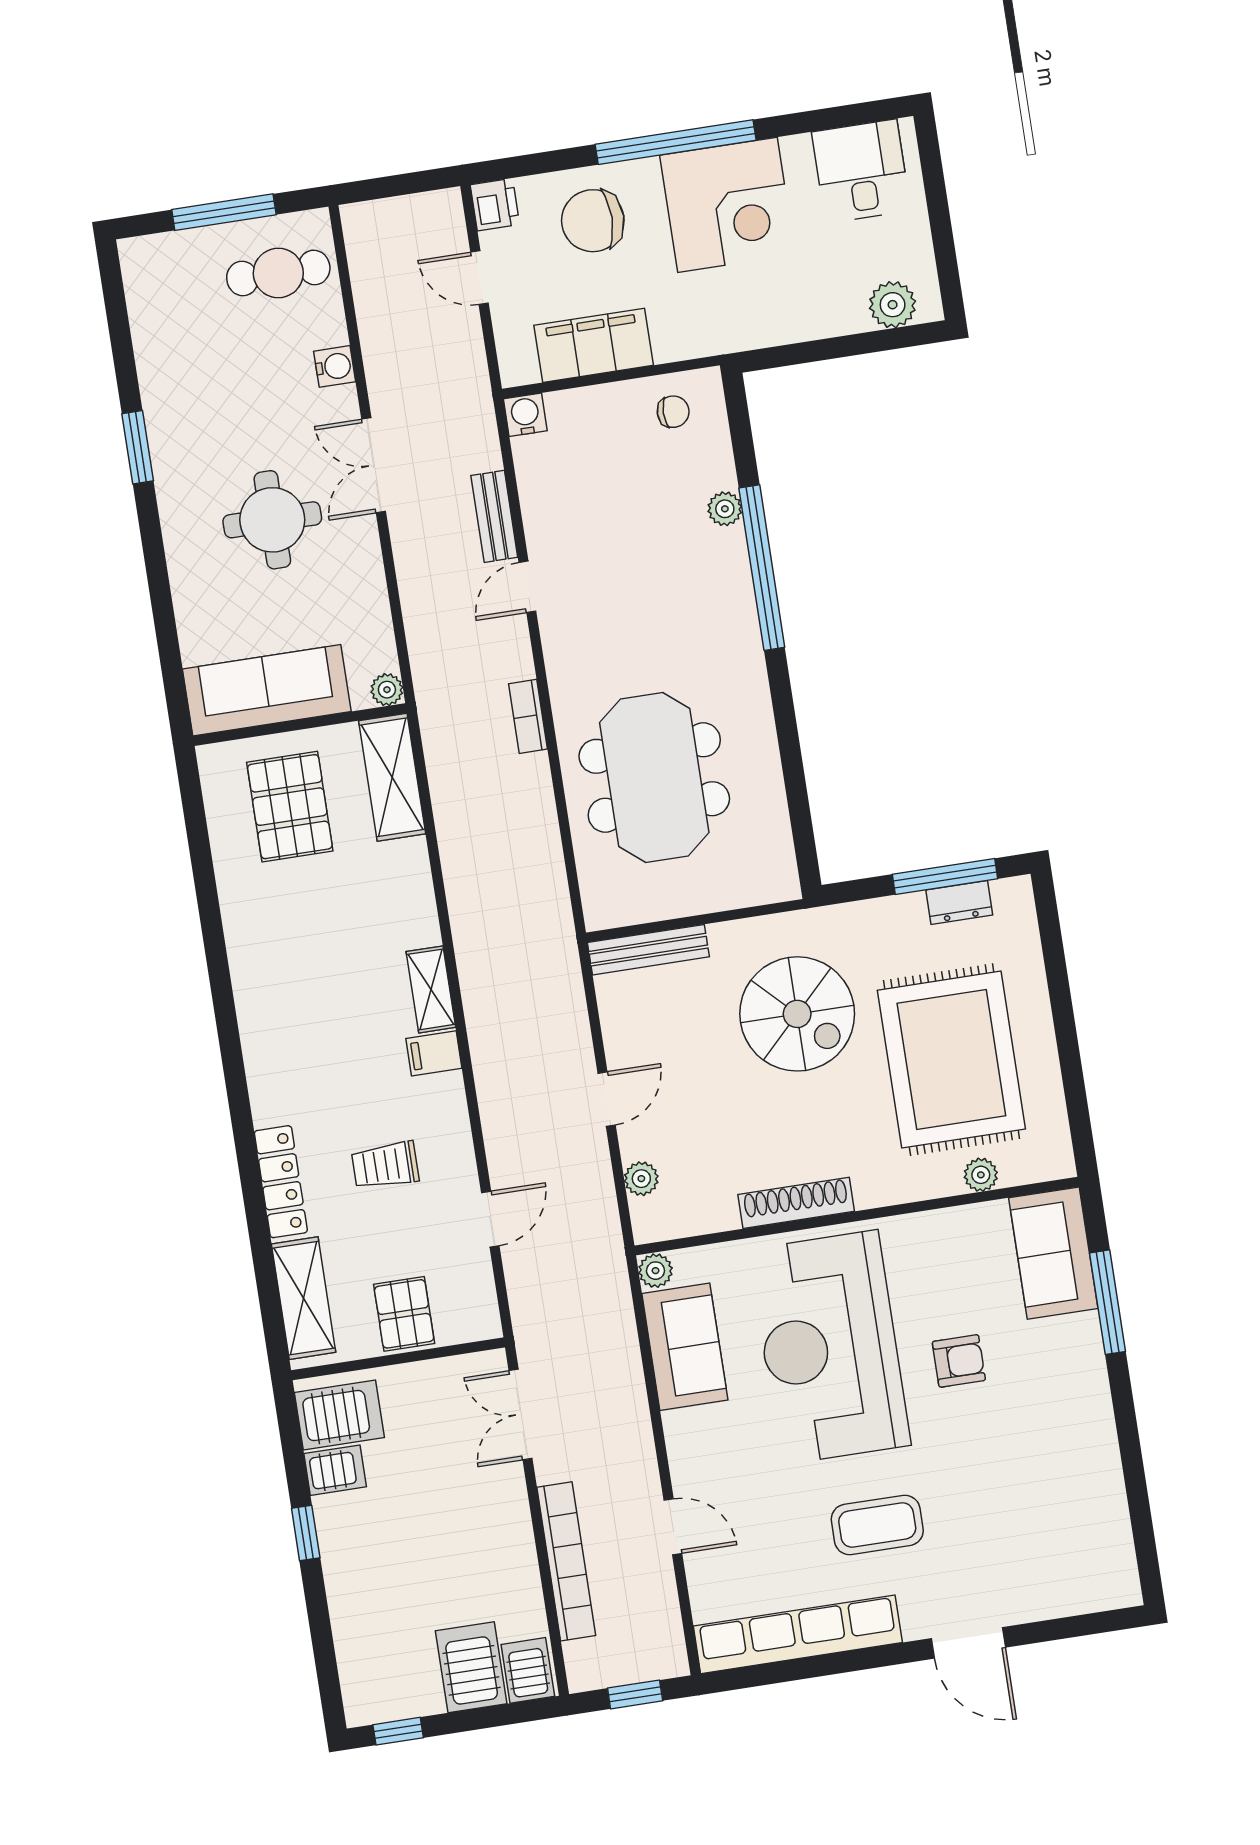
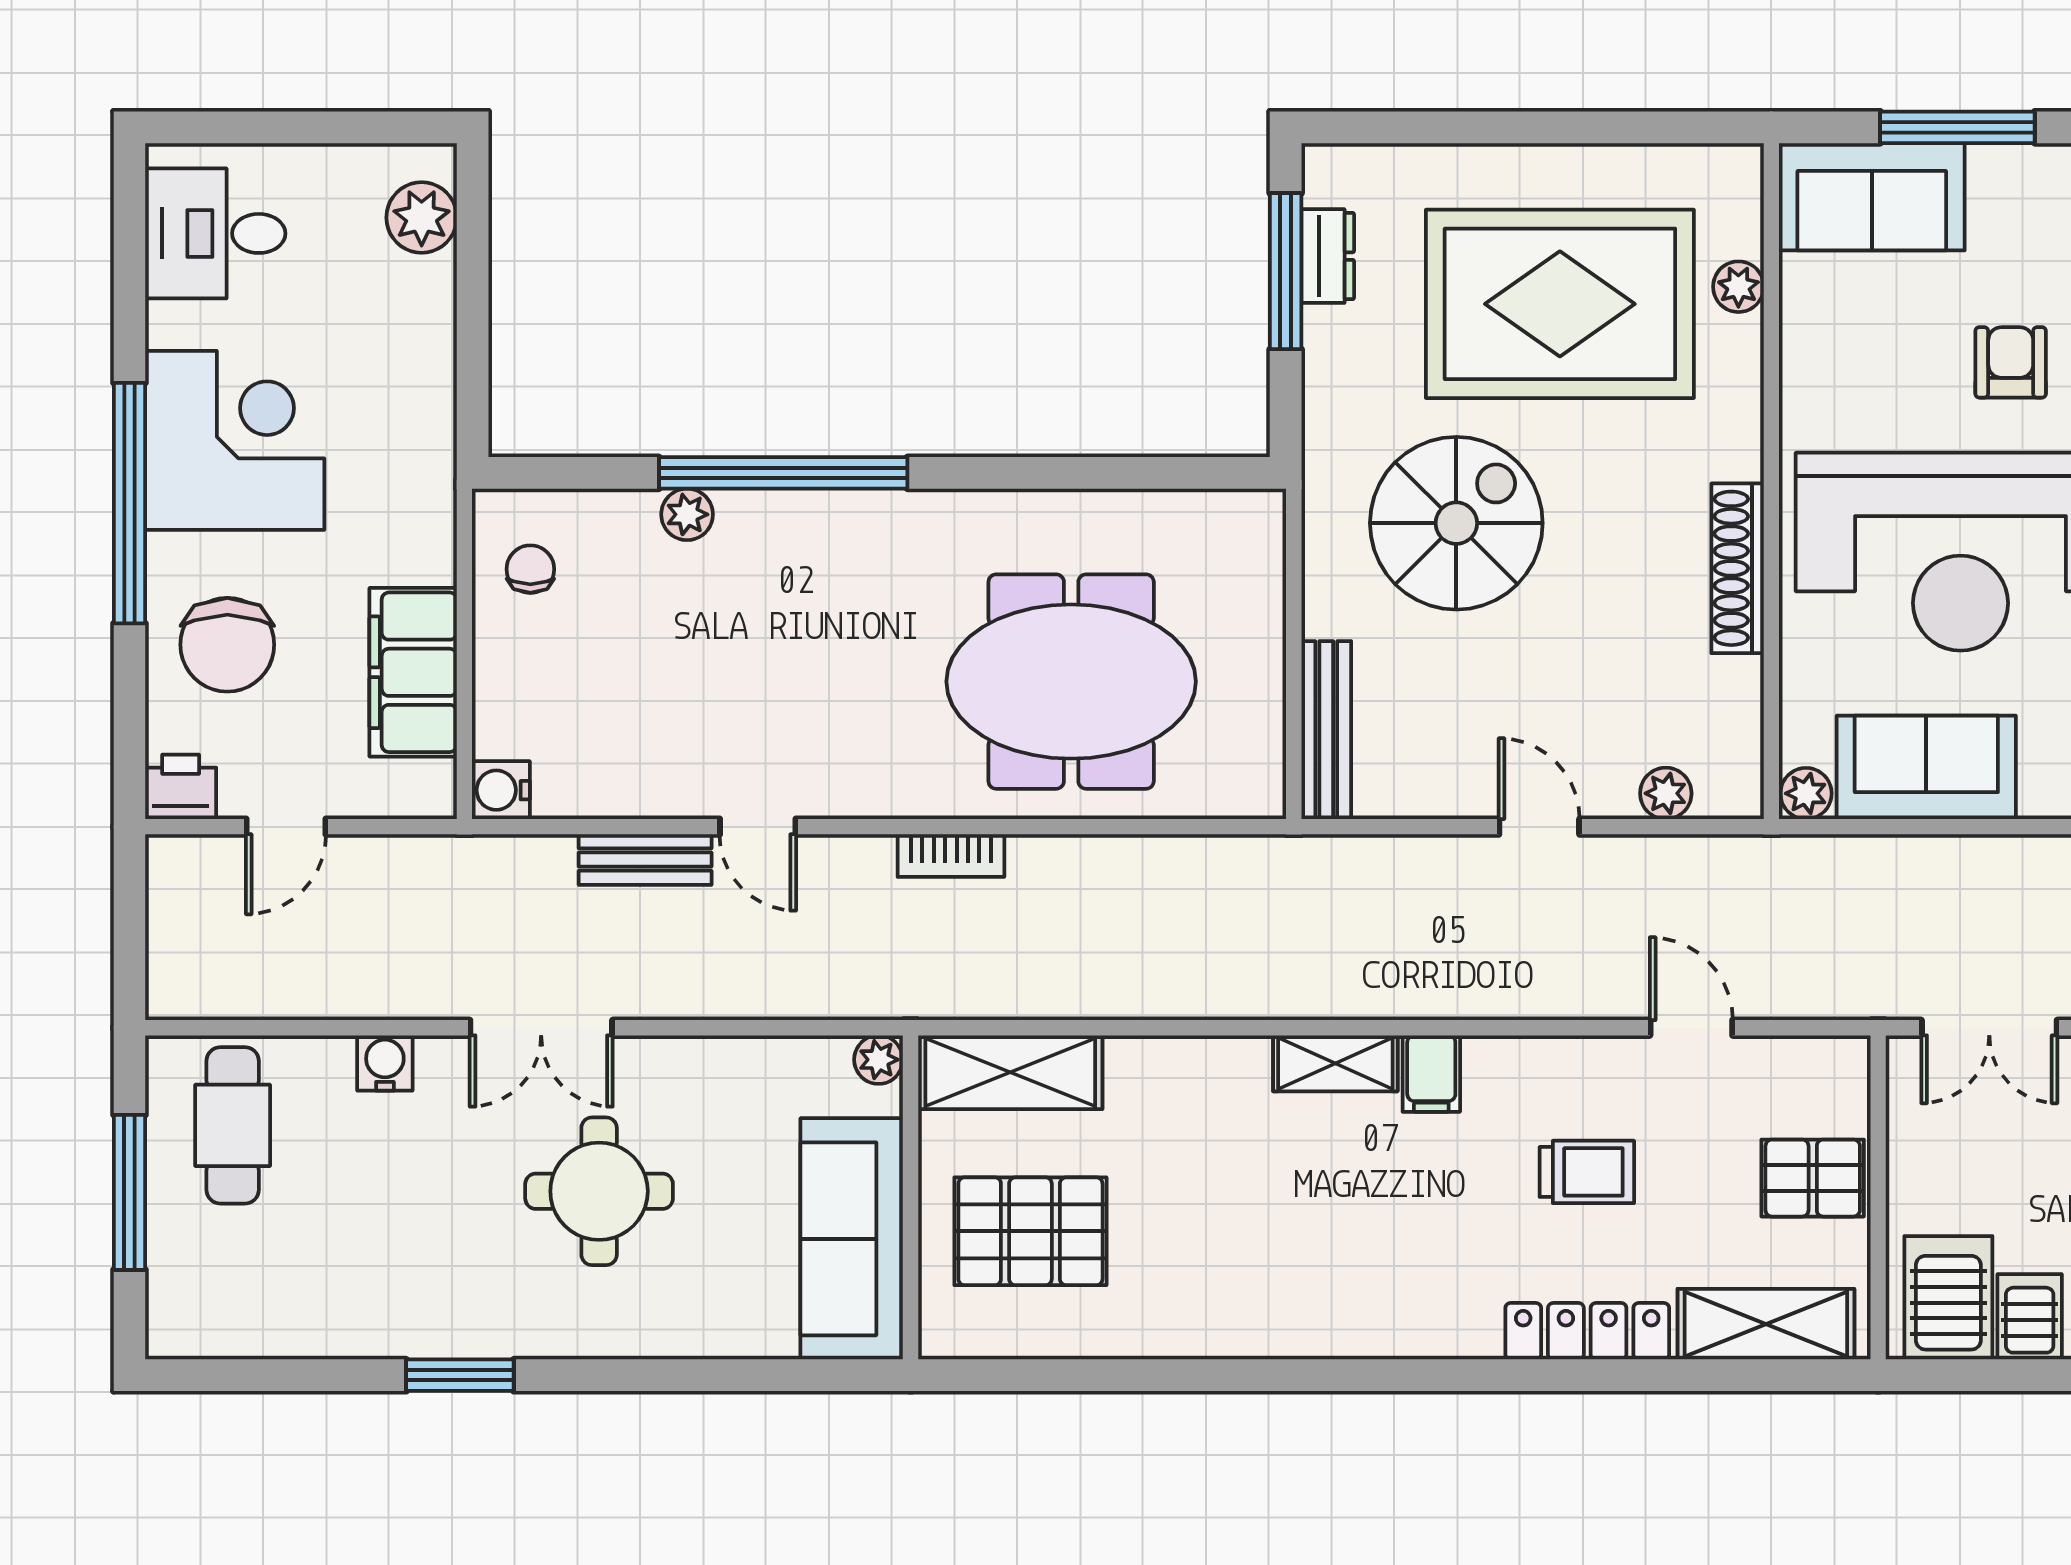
trolley: (385, 1165) -> (1587, 1172), turned -90

